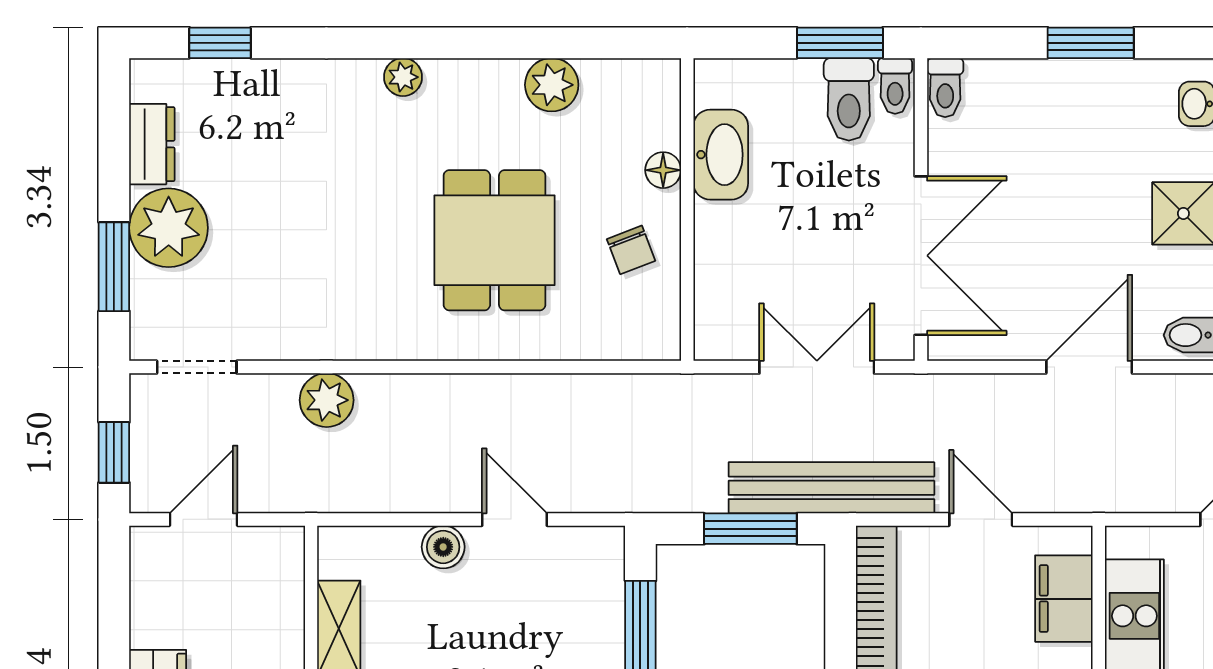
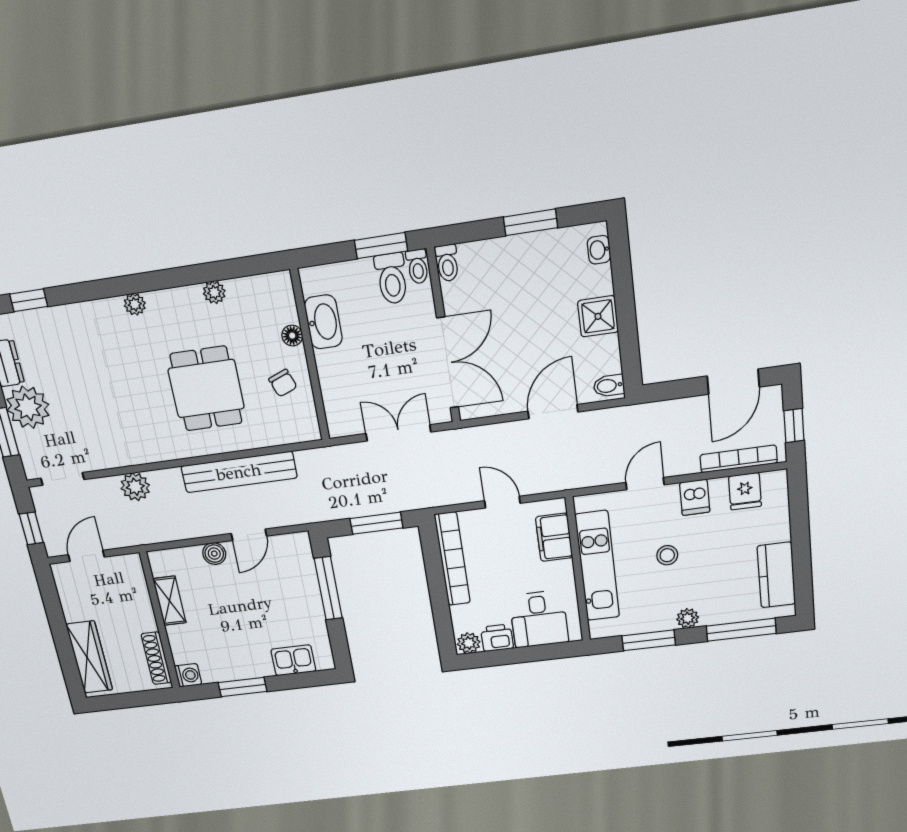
plant: (552, 85) -> (214, 292), width x0.73, depth x0.73
bench: (831, 488) -> (239, 472), moved
door: (515, 519) -> (249, 535), swing flipped

